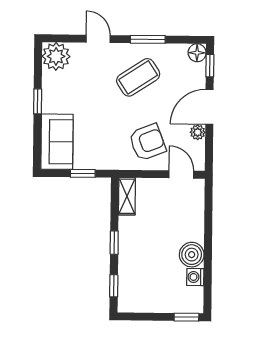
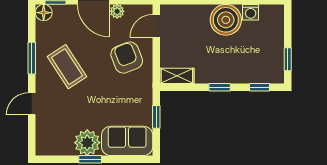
plant: (56, 56) -> (87, 143), moved
boiler: (192, 255) -> (226, 20), width x1.37, depth x1.37
window: (186, 317) -> (288, 59), moved

